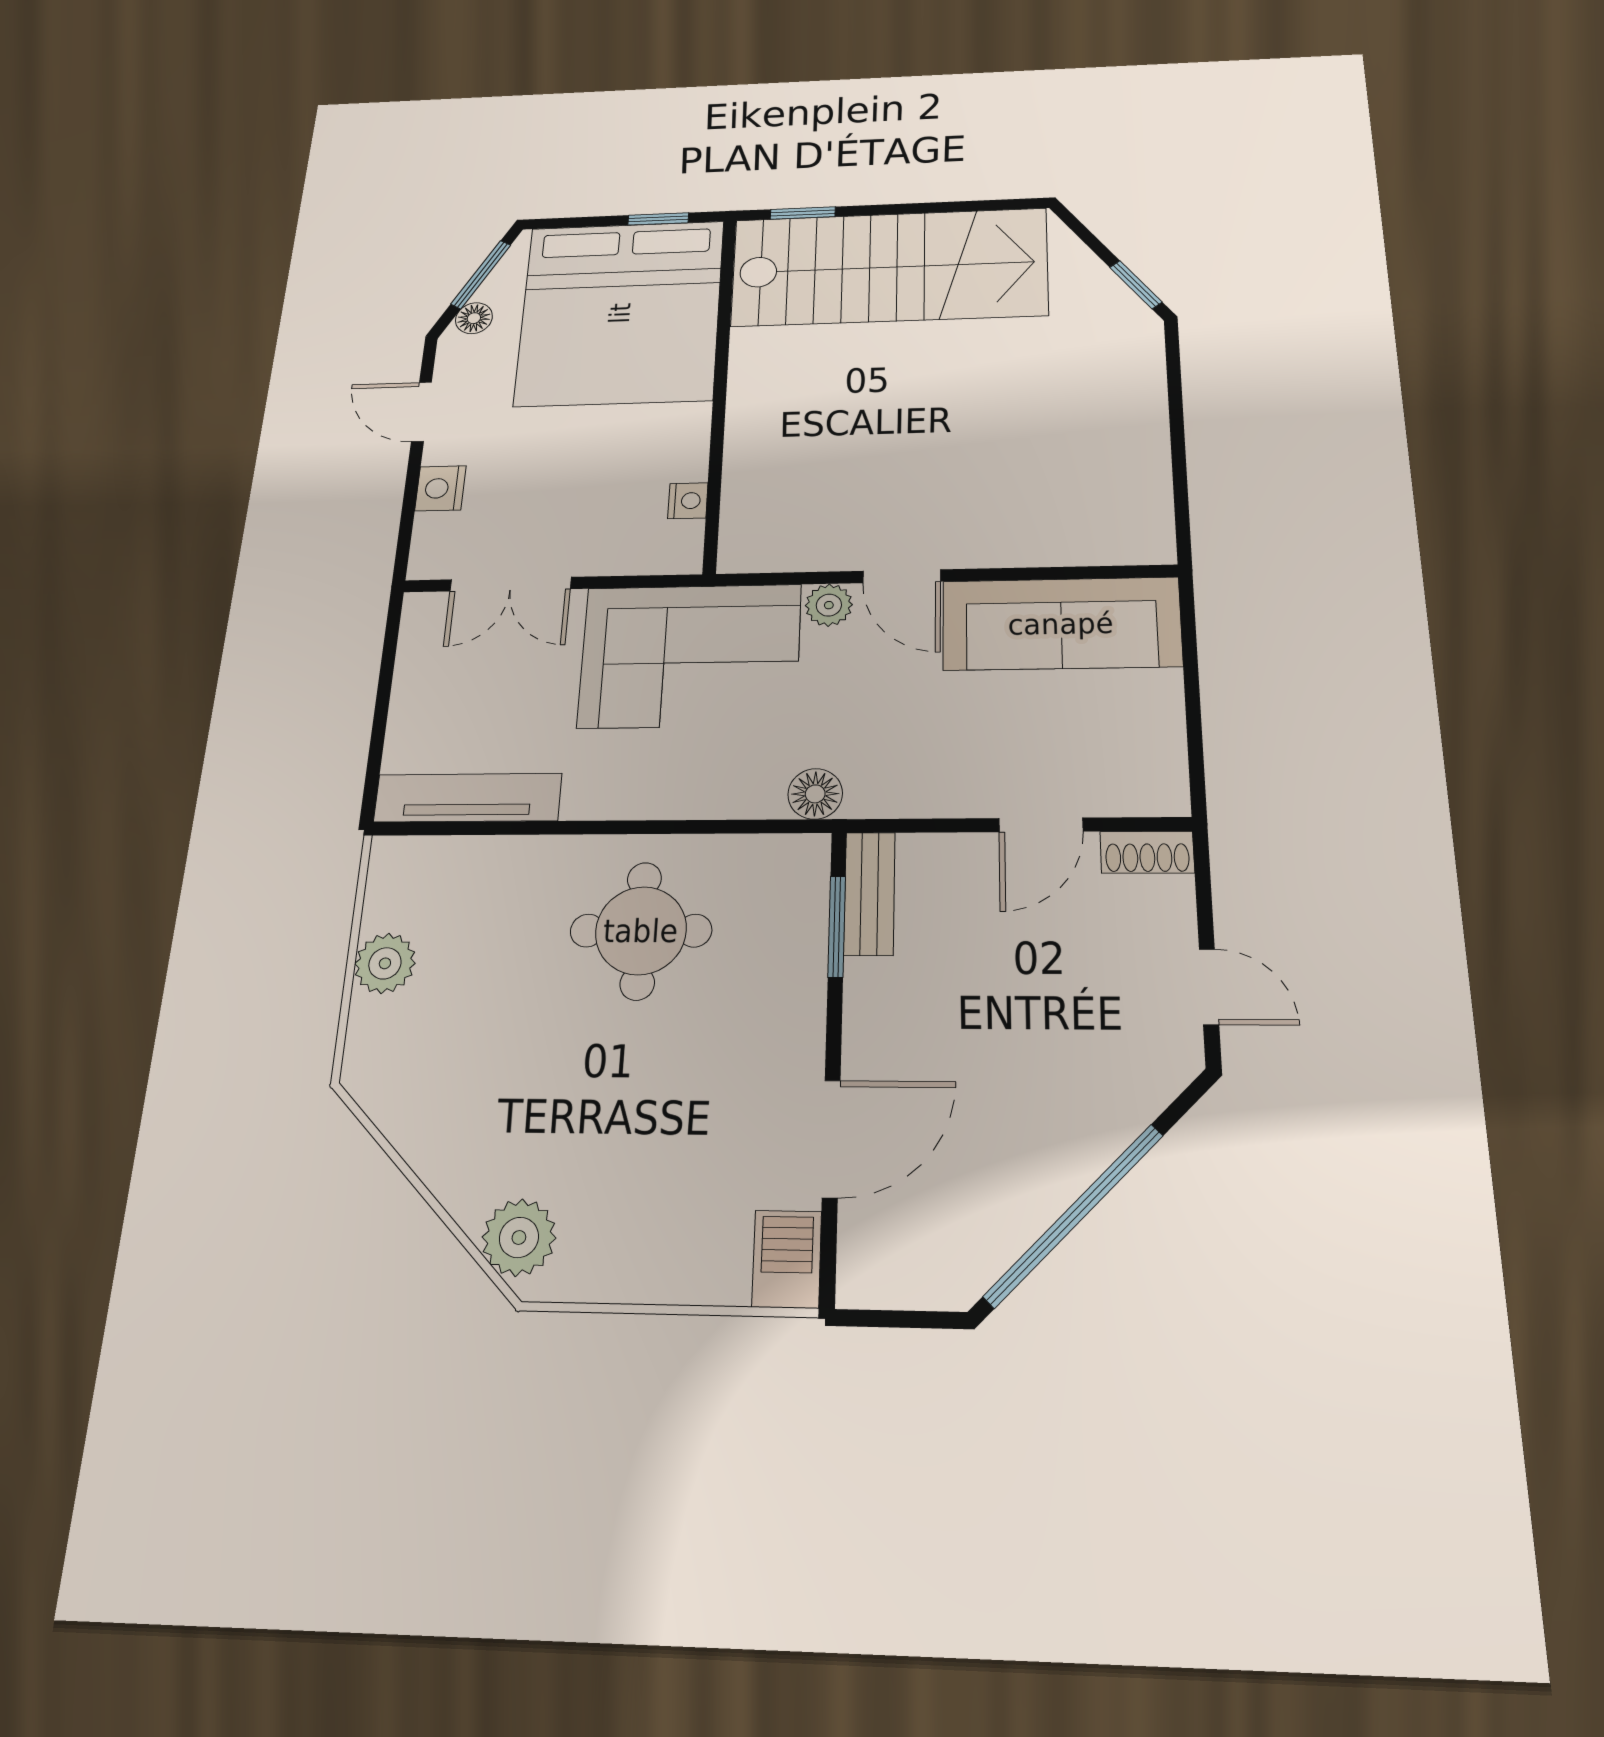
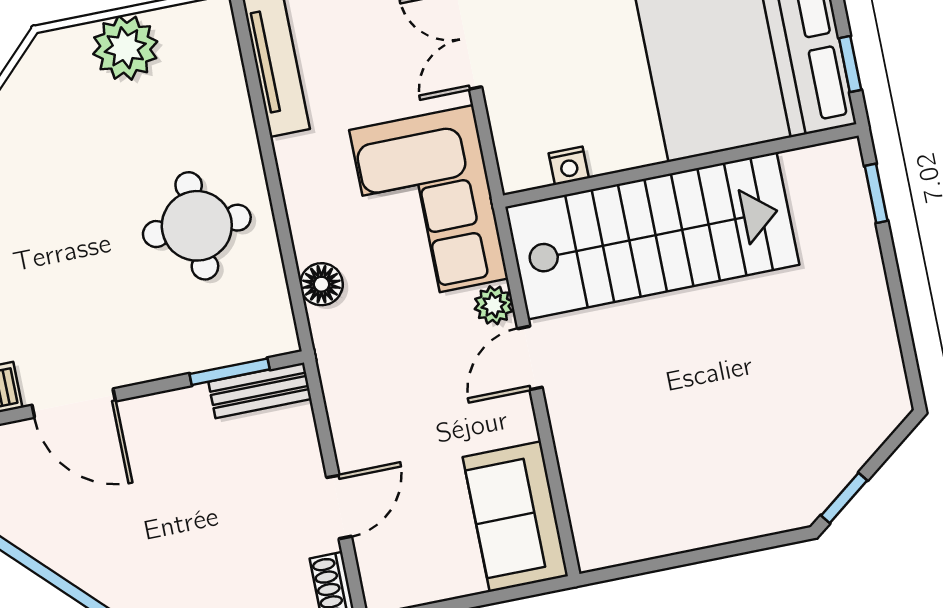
stairs: (889, 267) -> (652, 236), moved, turned -90
sofa: (1061, 624) -> (515, 517), width x0.73
floor lamp: (815, 794) -> (321, 284), moved
door: (1041, 825) -> (339, 507), swing flipped
plant: (385, 963) -> (125, 48), width x1.36, depth x1.36

